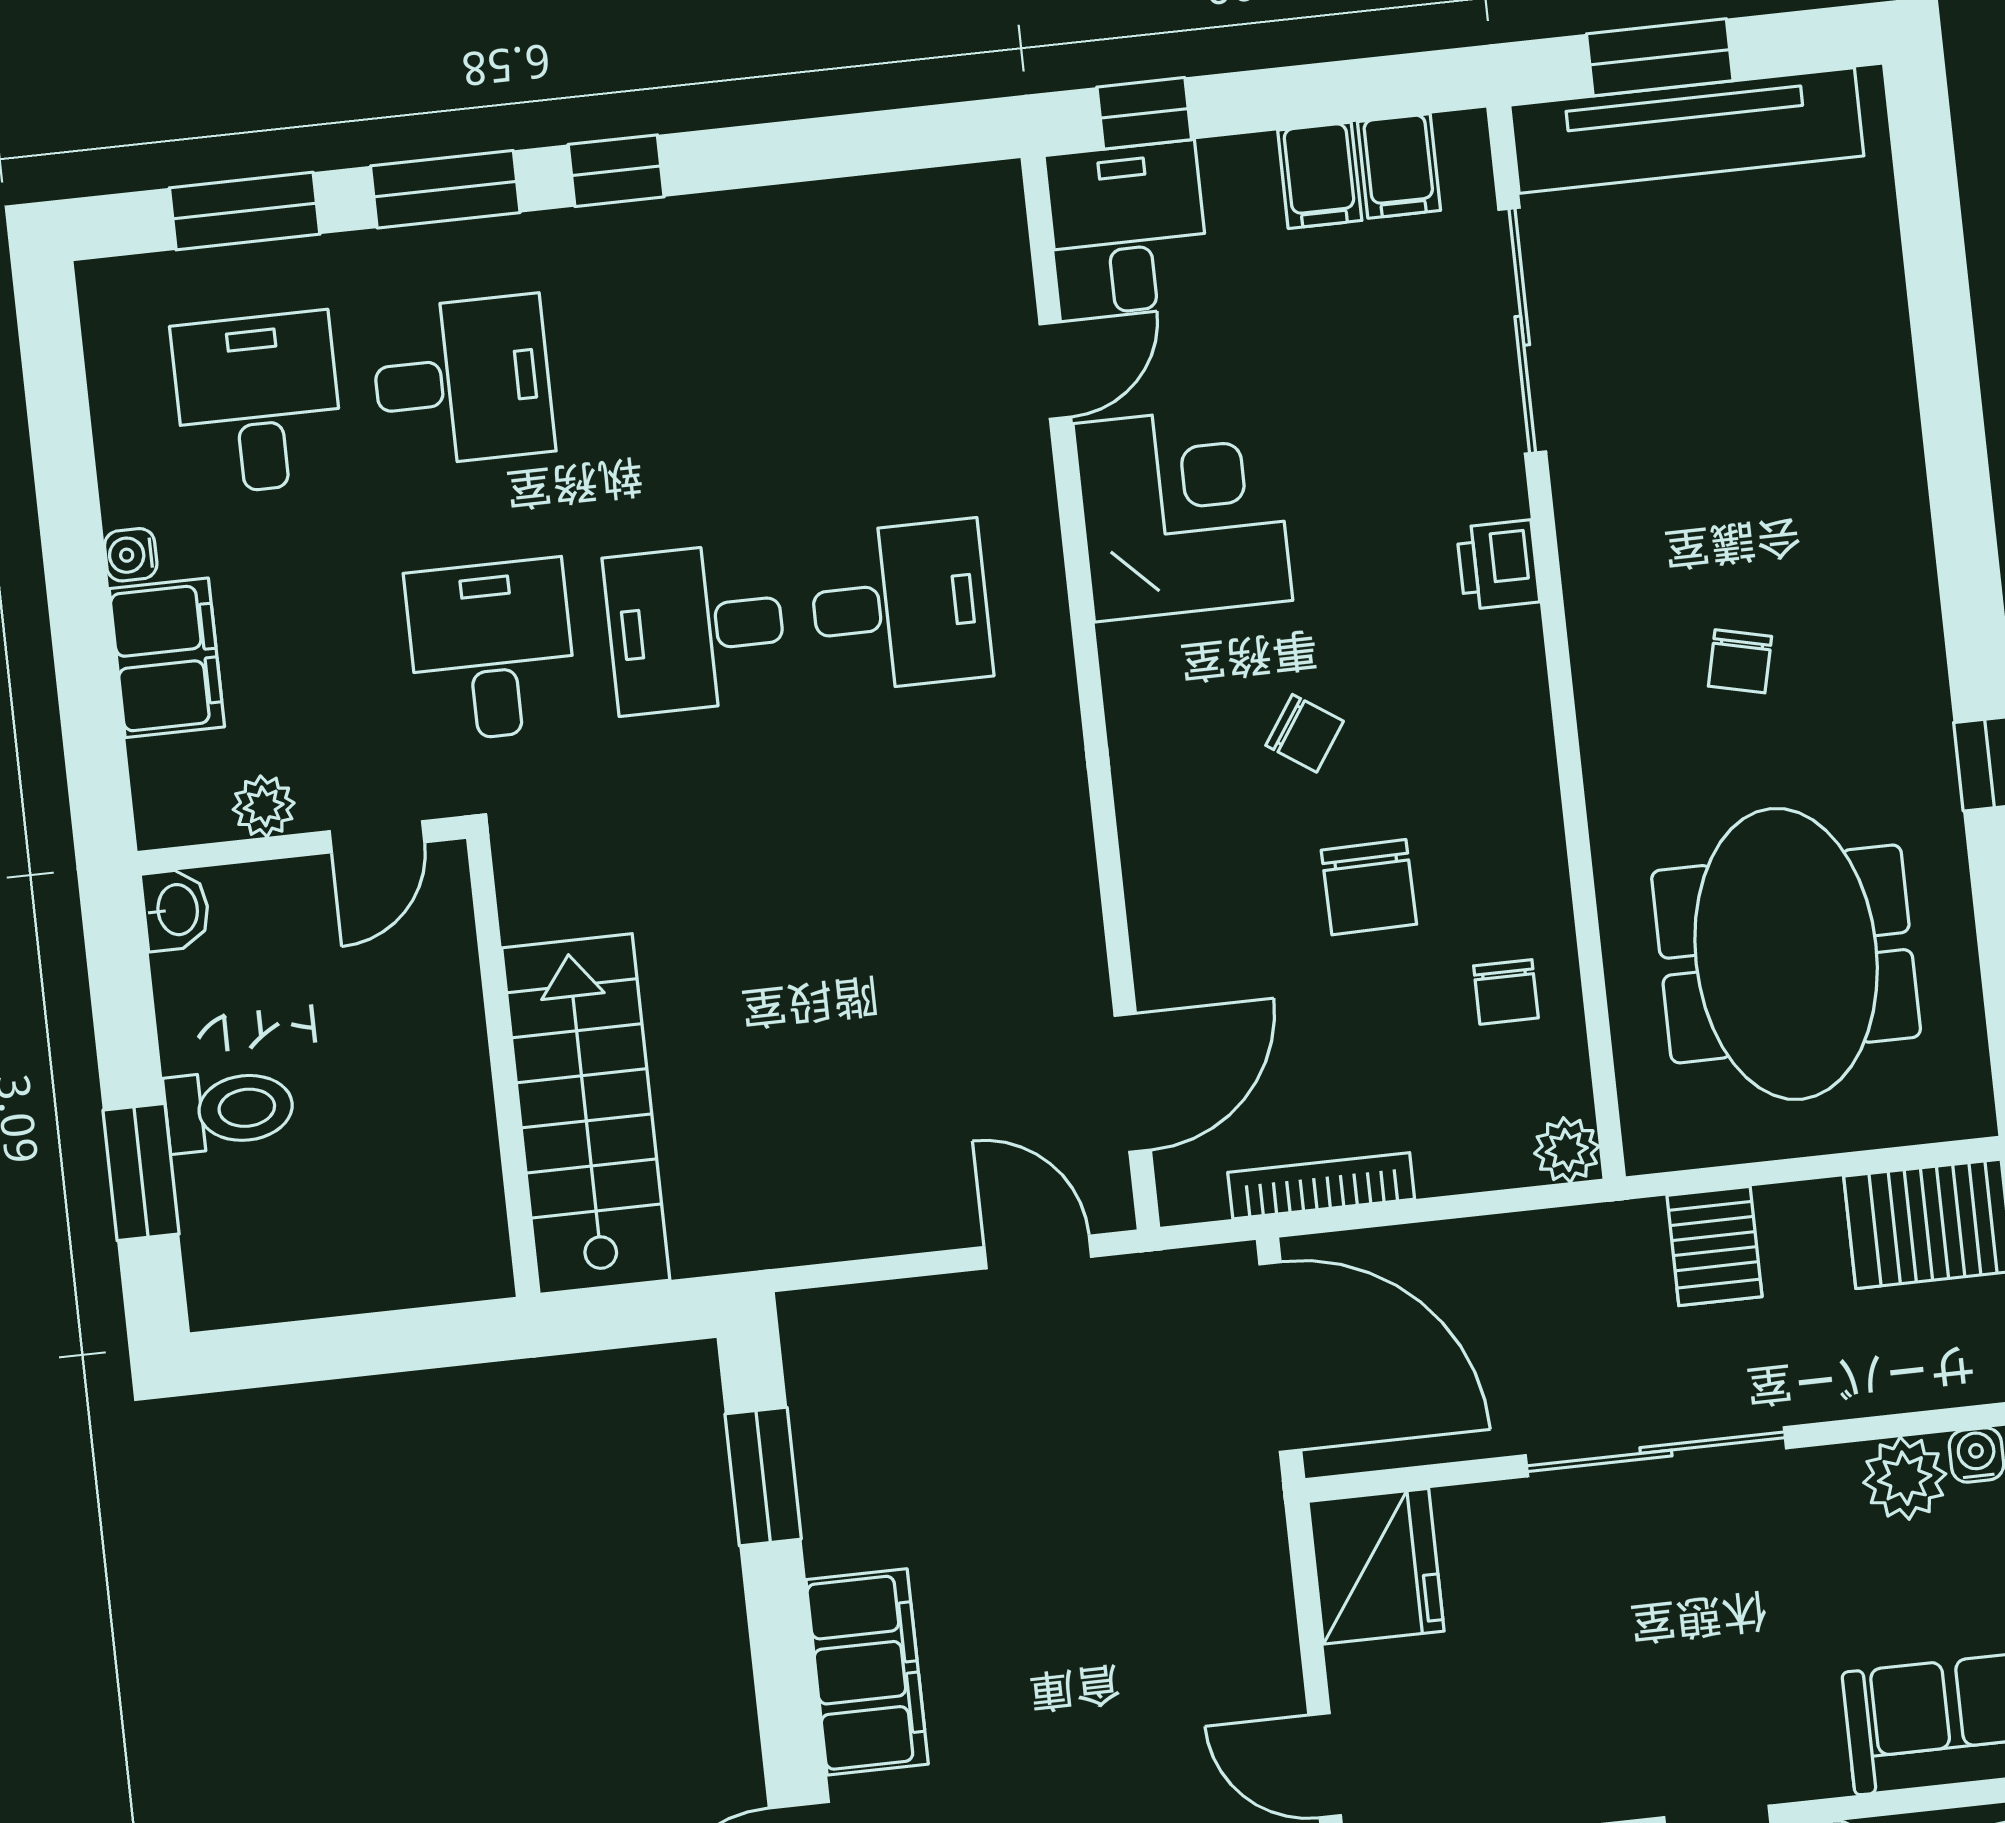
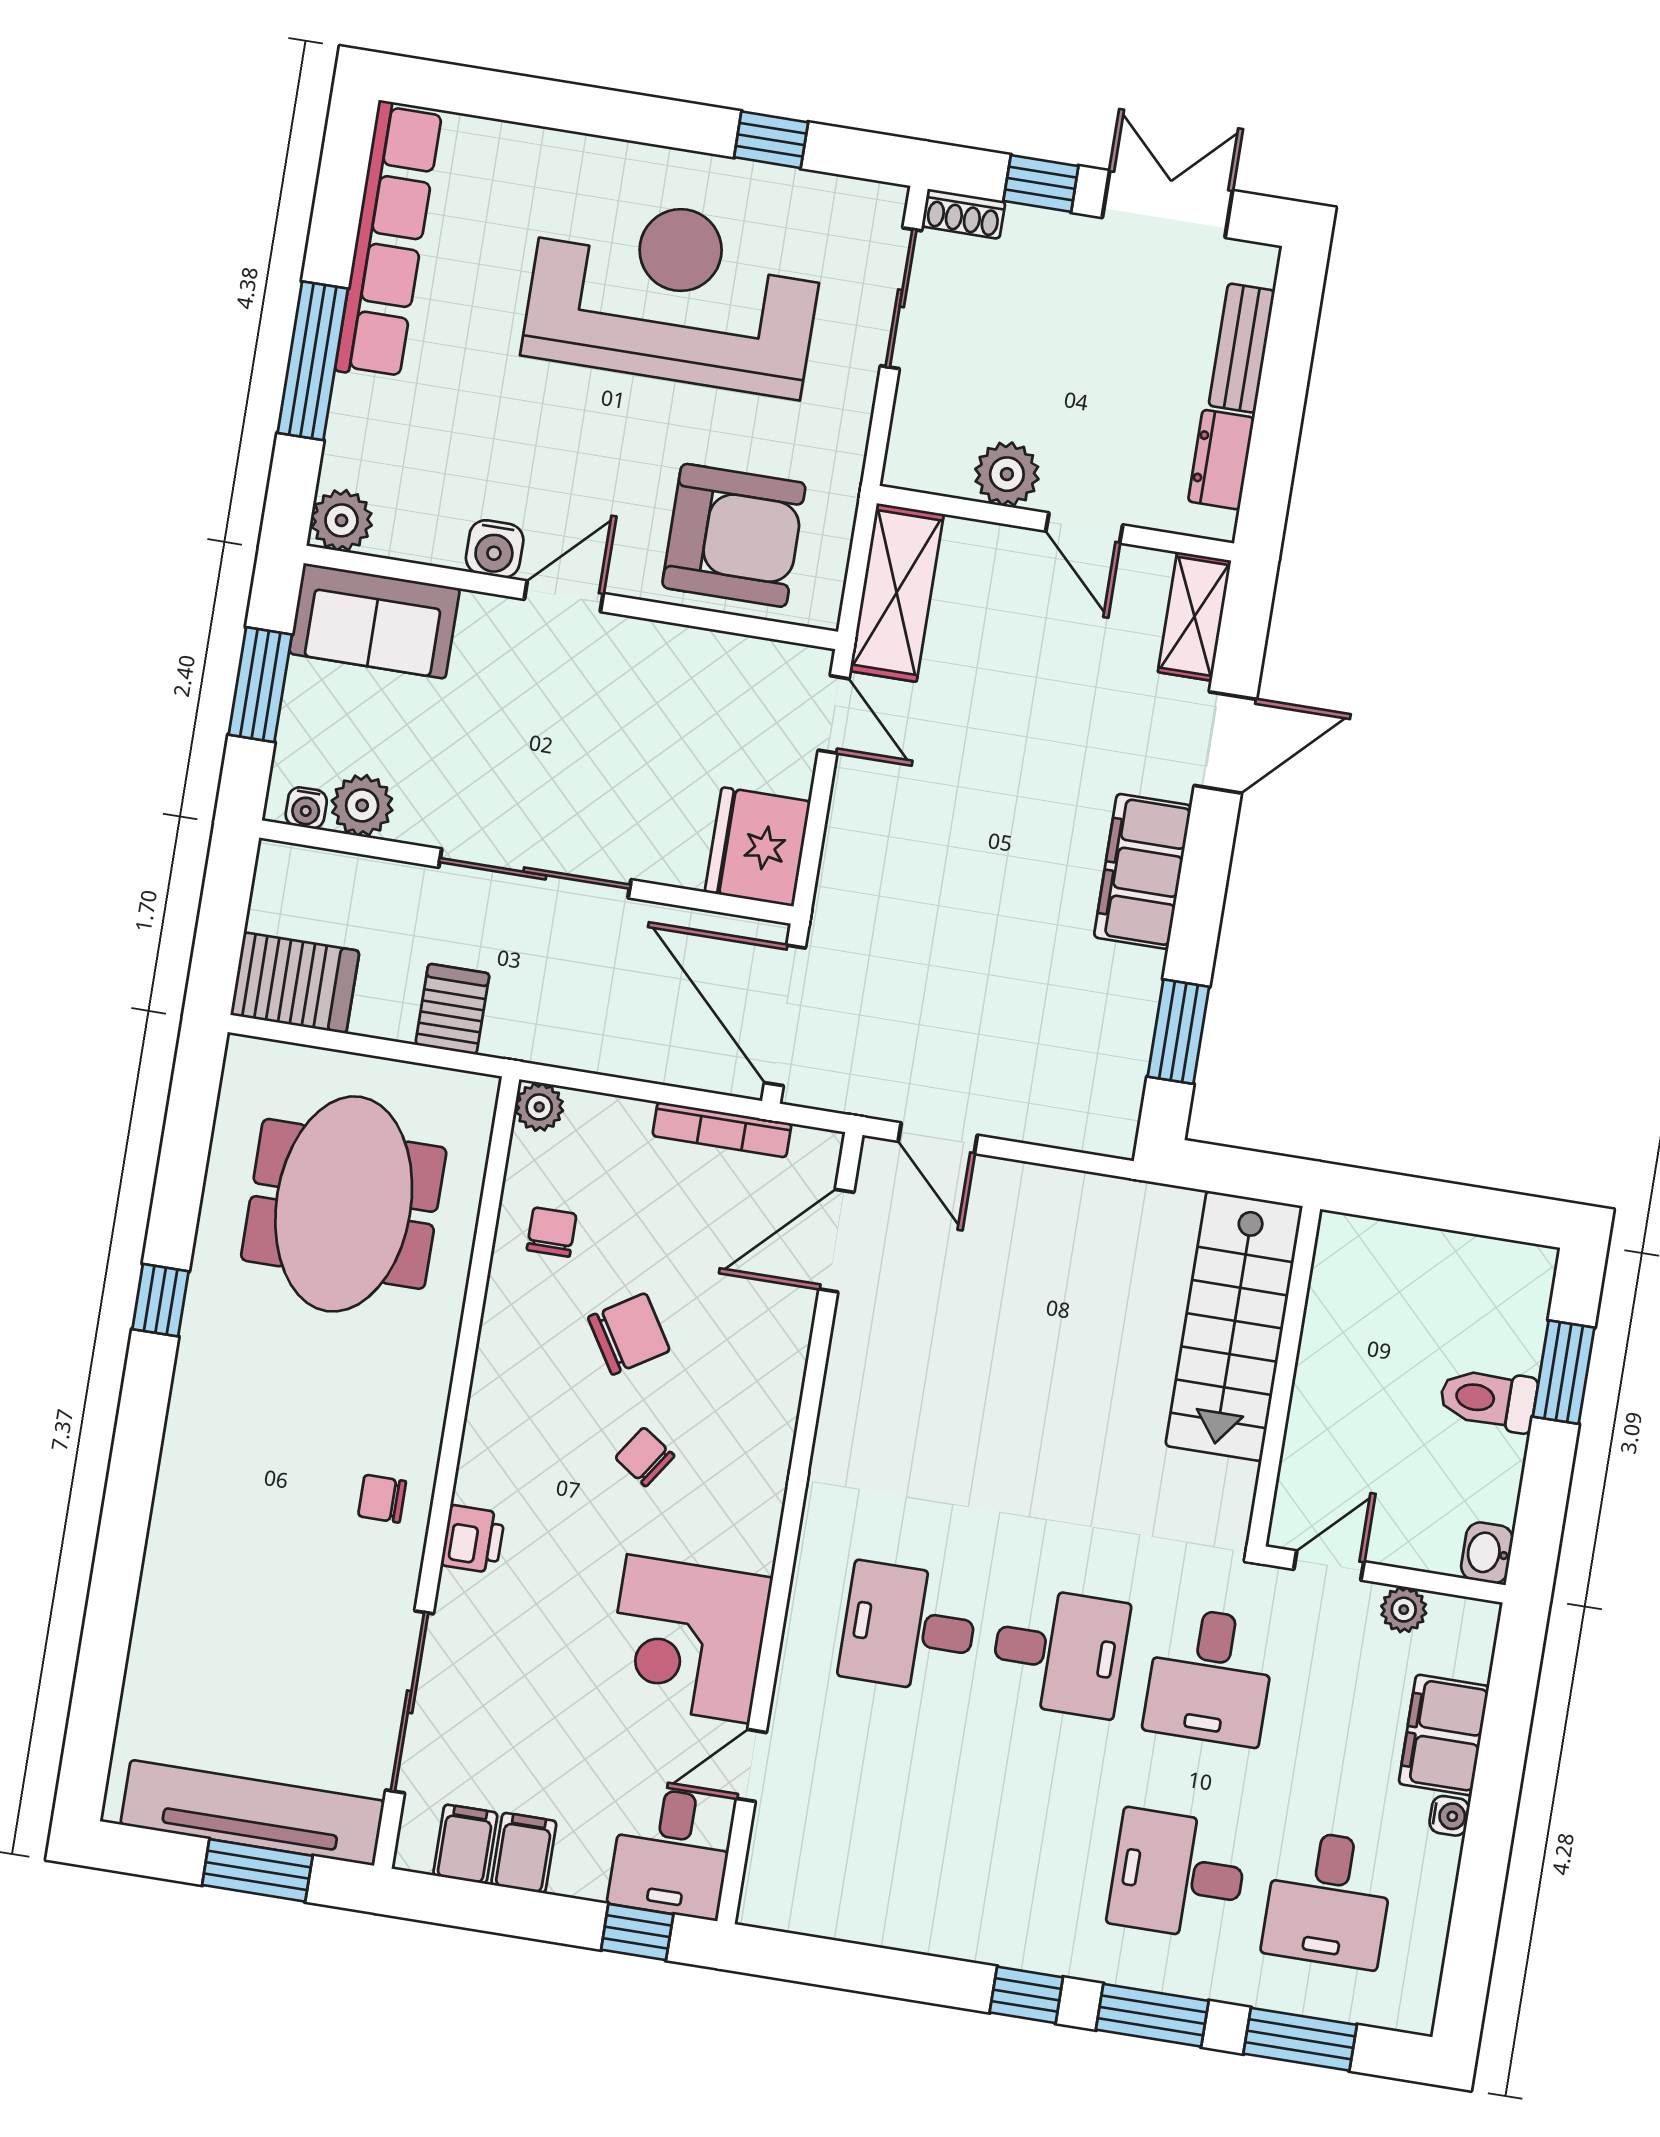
chair: (1740, 661) -> (382, 1499), moved, turned -103
chair: (1369, 887) -> (629, 1334), turned 59

